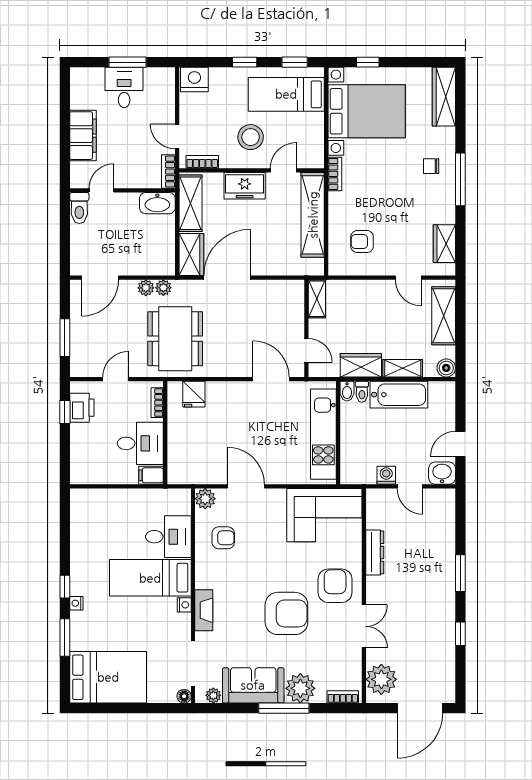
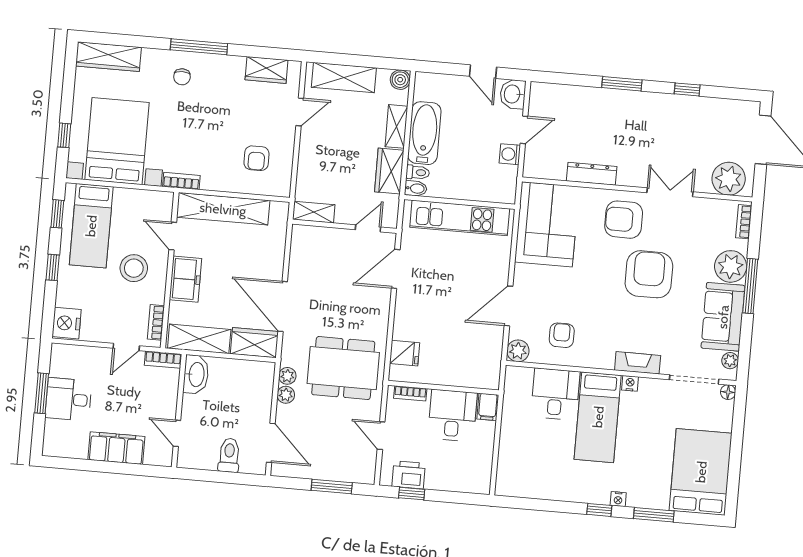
toilet: (79, 208) -> (229, 455), moved, turned -90

